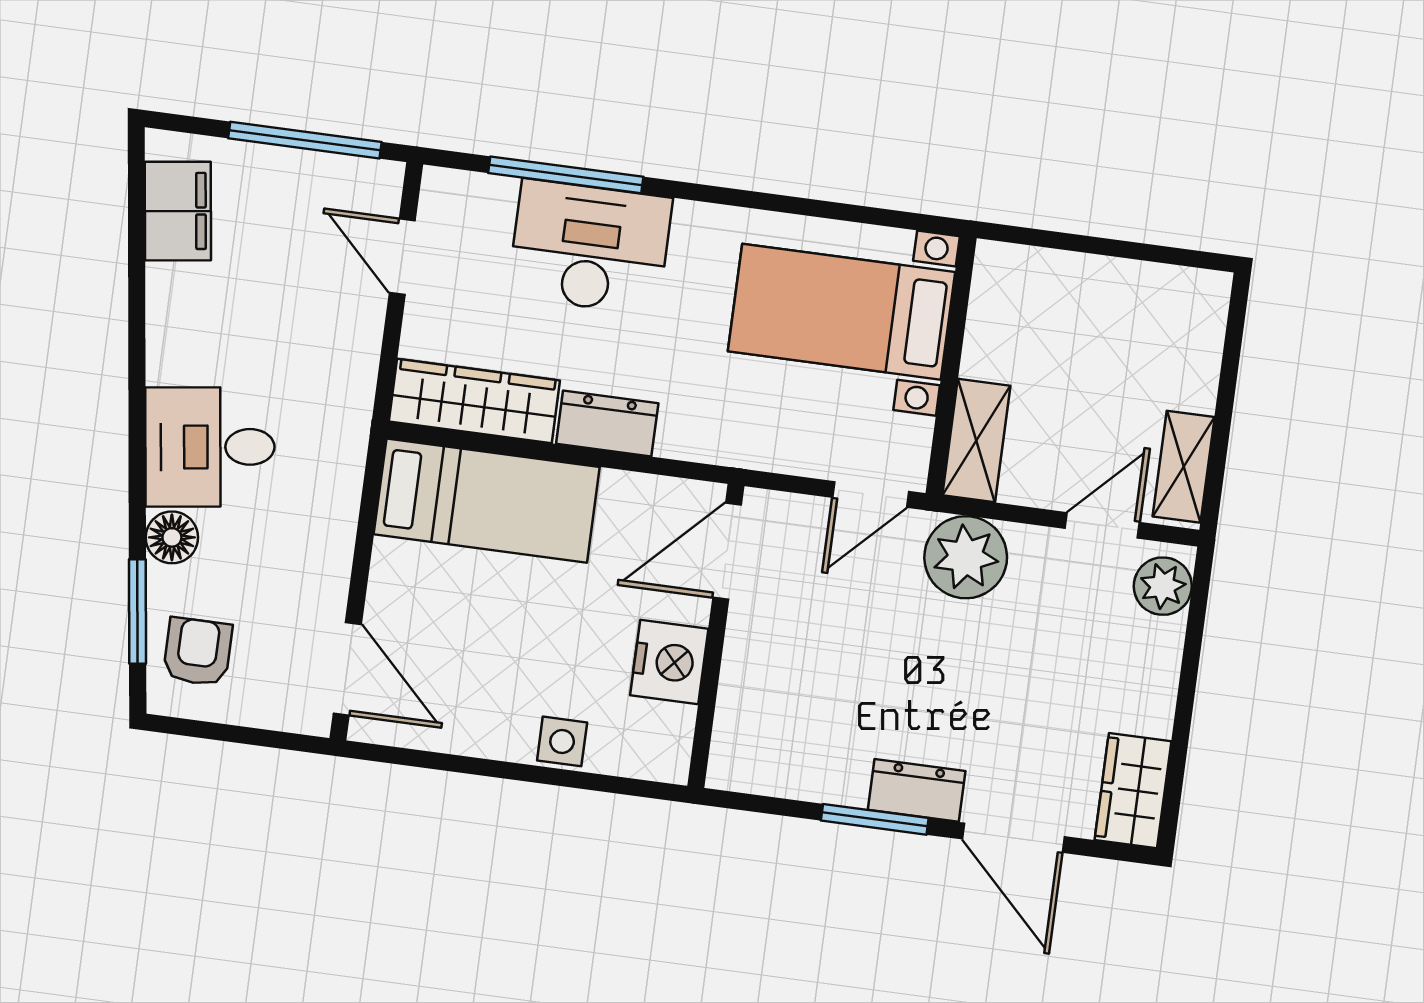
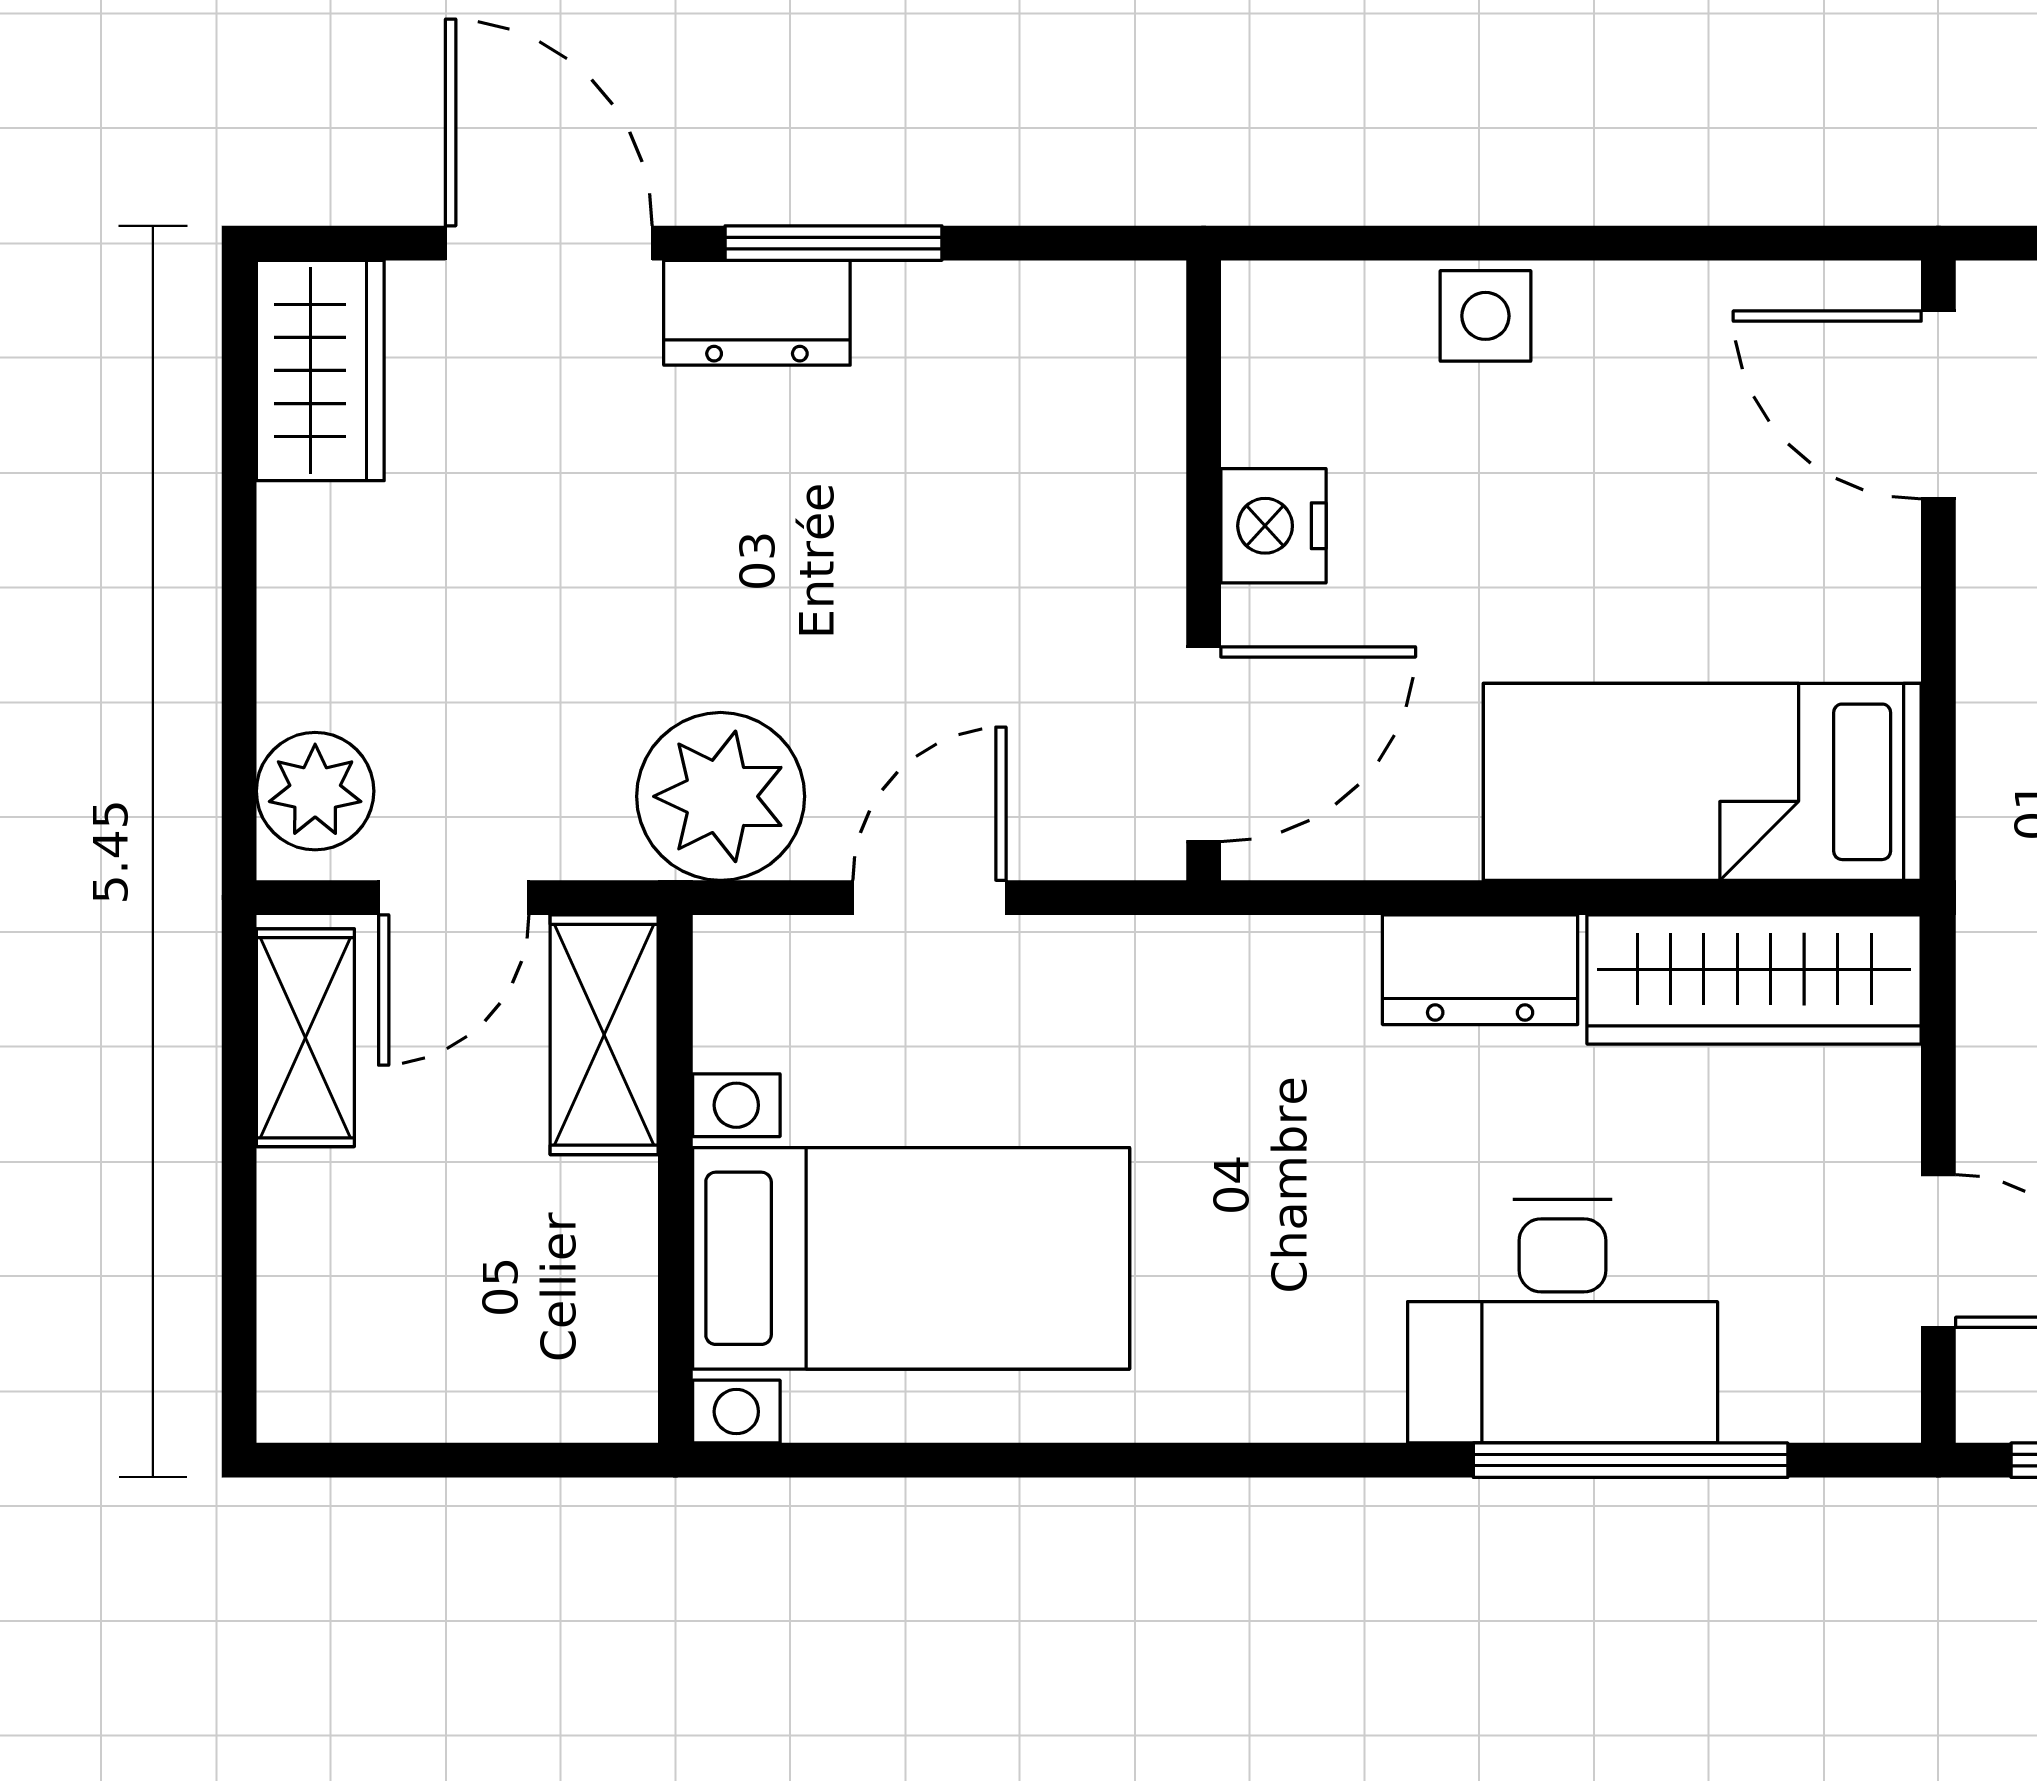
bed with nightstands: (841, 312) -> (911, 1258), moved
wall: (951, 366) -> (675, 1179), moved
shelving: (976, 441) -> (604, 1035), moved
nightstand: (669, 662) -> (1273, 526), width x0.74, depth x0.75

